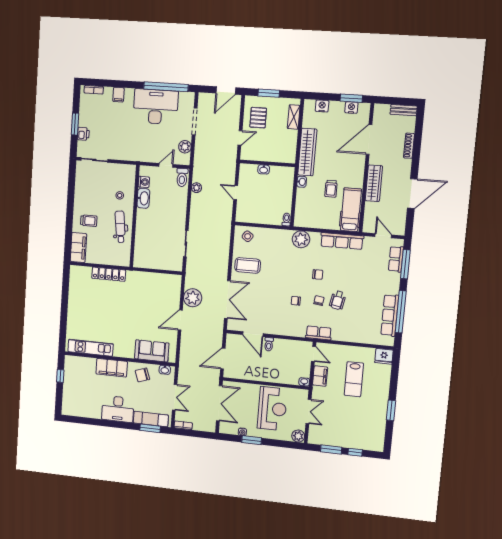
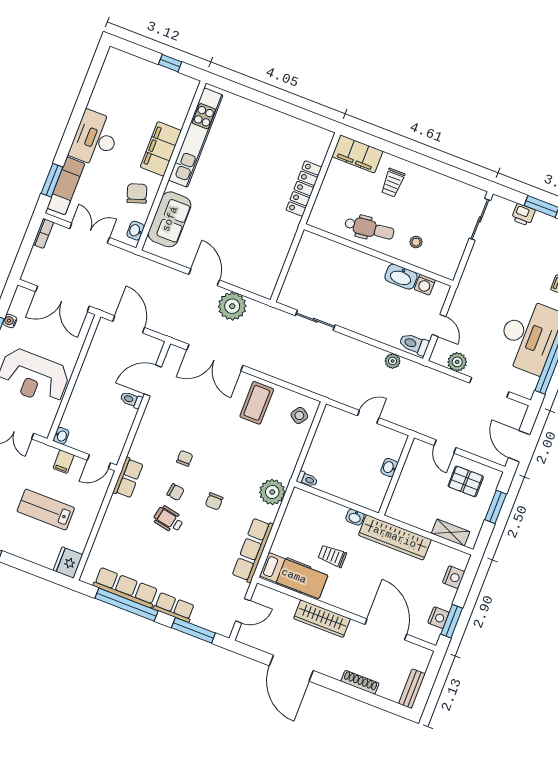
row of seats: (396, 259) -> (174, 607), moved
kitchen unit: (91, 348) -> (196, 138), width x1.36
filing cabinet: (320, 376) -> (64, 462), width x0.50
double door: (175, 397) -> (90, 233), swing flipped

